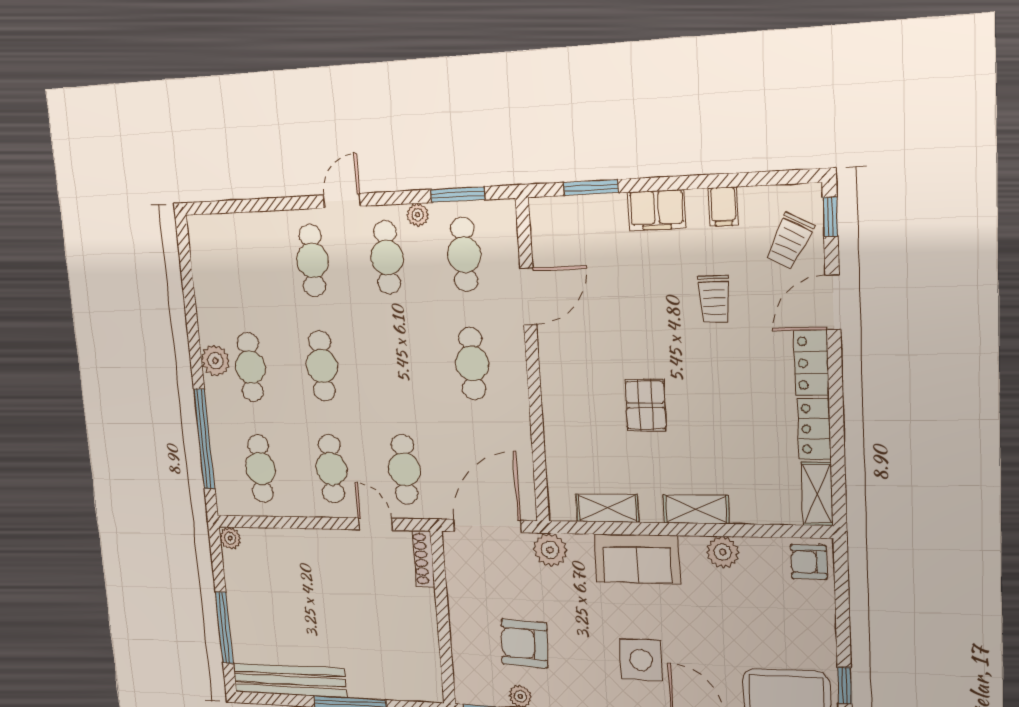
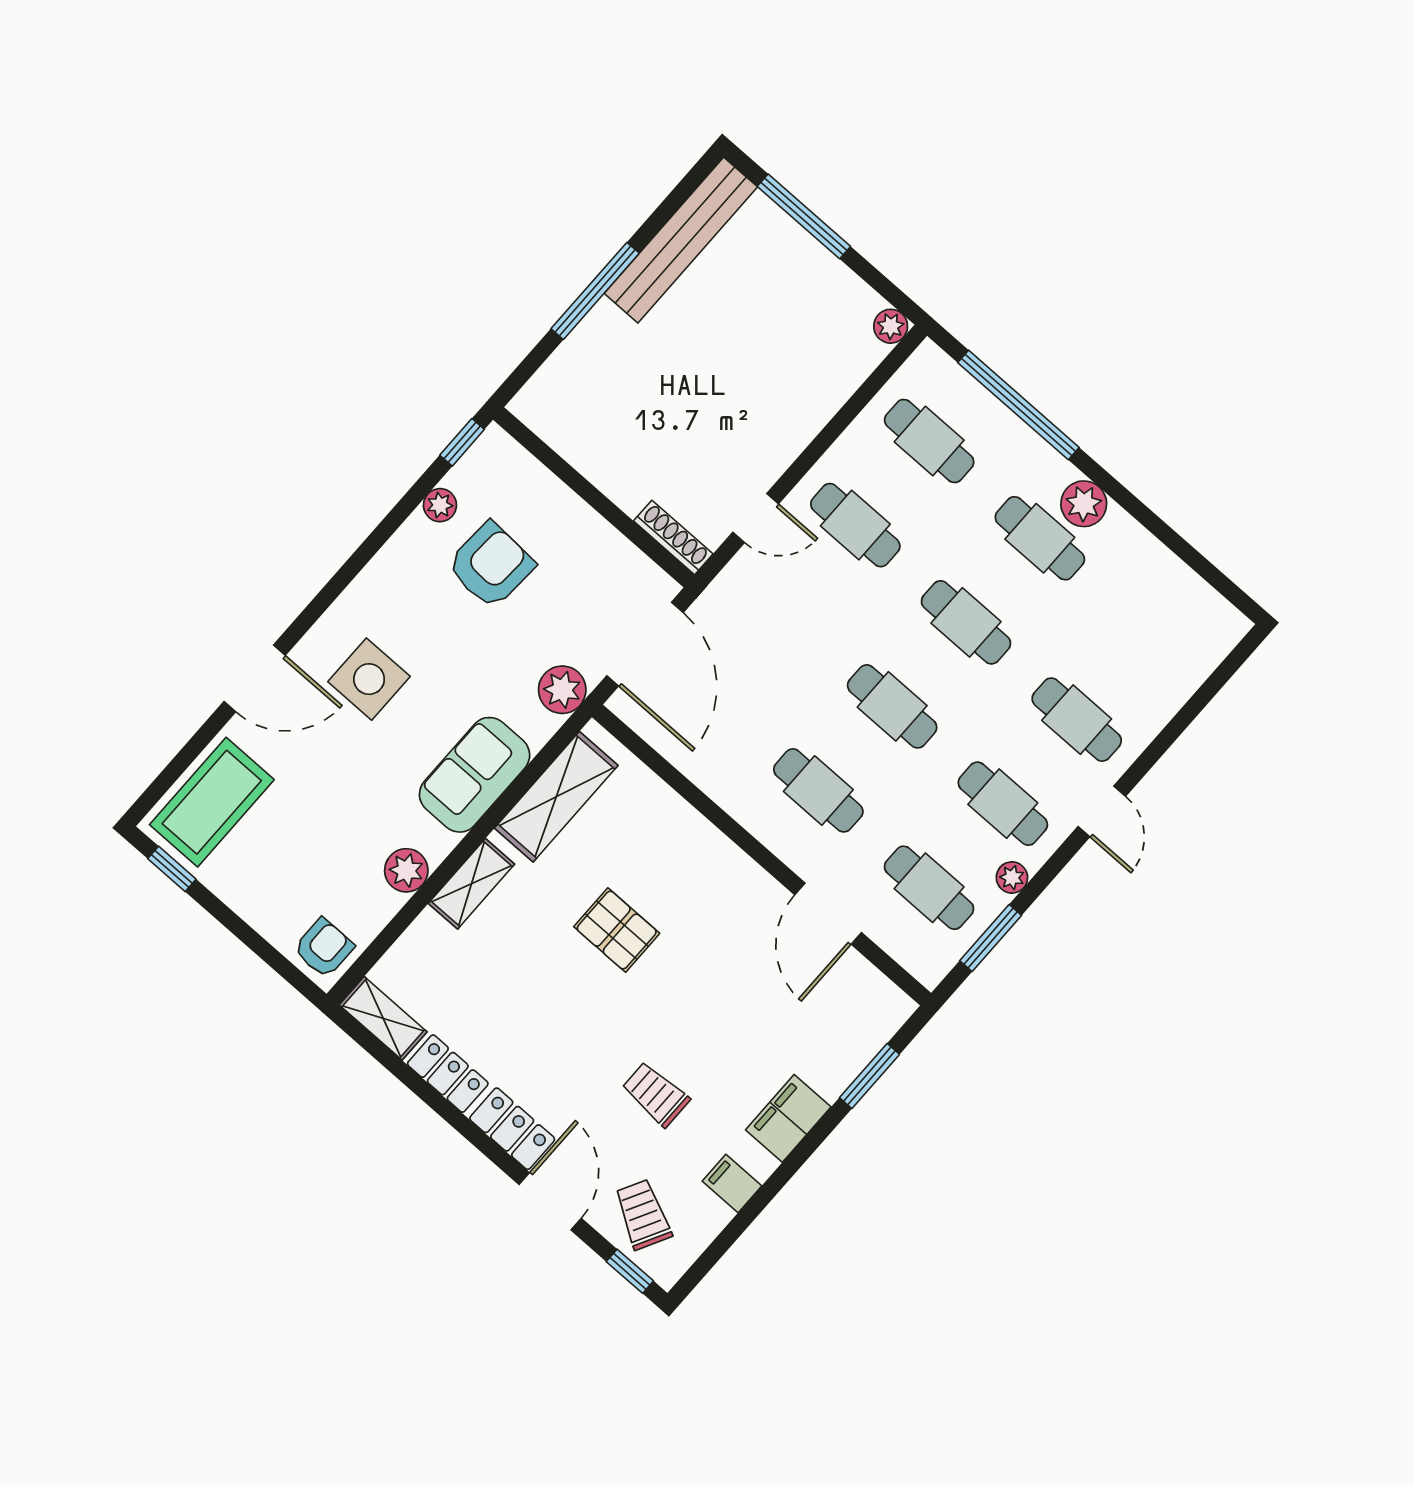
cafe table: (404, 469) -> (892, 706), moved
shelving: (607, 508) -> (556, 797), width x1.50, depth x1.33

